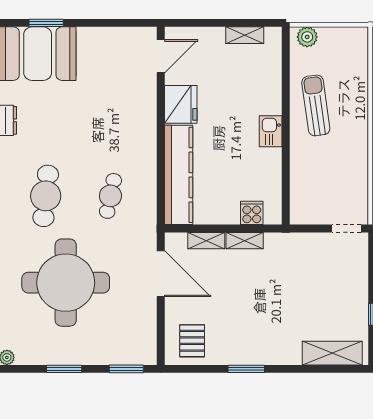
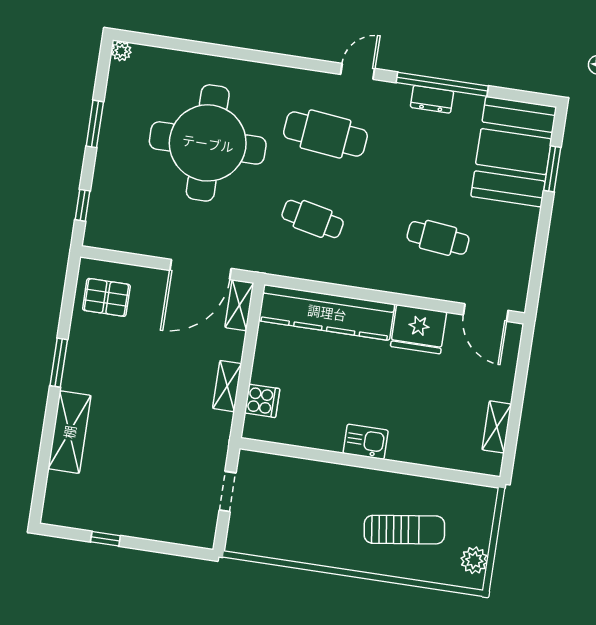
plant: (307, 37) -> (474, 560), moved
cafe table: (110, 100) -> (438, 238), added
sun lounger: (316, 105) -> (404, 530), moved
doorway: (347, 229) -> (228, 492), moved
shelving: (206, 241) -> (239, 305), moved
shelving: (332, 353) -> (69, 432), moved
window: (126, 369) -> (83, 205), width x0.67

